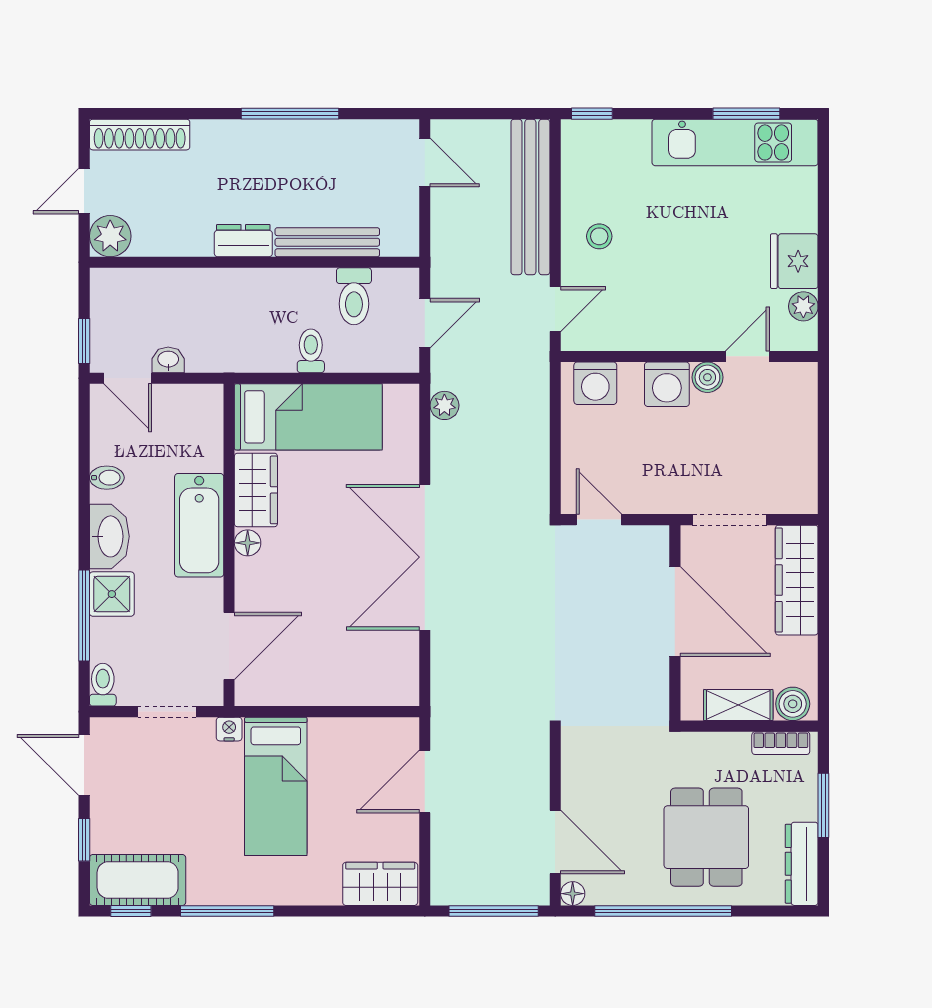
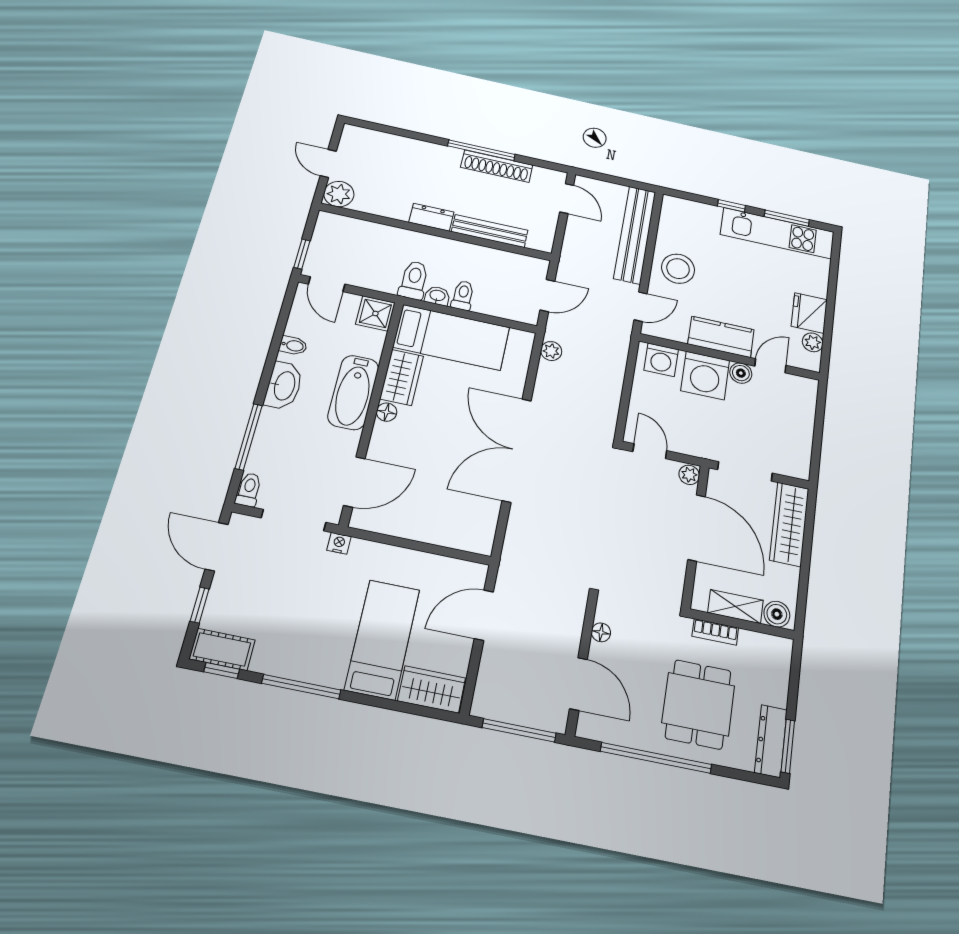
window: (592, 114) -> (731, 206), moved
shoe rack: (140, 135) -> (497, 166), moved
door: (84, 191) -> (328, 163), hinge flipped
stool: (599, 236) -> (678, 269), width x1.89, depth x1.89
toilet: (354, 296) -> (414, 280), moved, turned 180
kitchen counter: (673, 329) -> (721, 337), added
washbasin: (168, 360) -> (437, 296), moved
washing machine: (667, 384) -> (705, 375), width x1.37, depth x1.37
plant: (656, 541) -> (689, 475), added
shower: (112, 594) -> (375, 314), moved
doorway: (167, 712) -> (294, 520), width x1.38
bookcase: (781, 743) -> (715, 632), moved
bed: (276, 786) -> (382, 639), moved, turned 180
window: (823, 805) -> (788, 746), moved
cot: (138, 880) -> (222, 649), width x0.73, depth x0.75
floor lamp: (573, 894) -> (601, 632), moved

